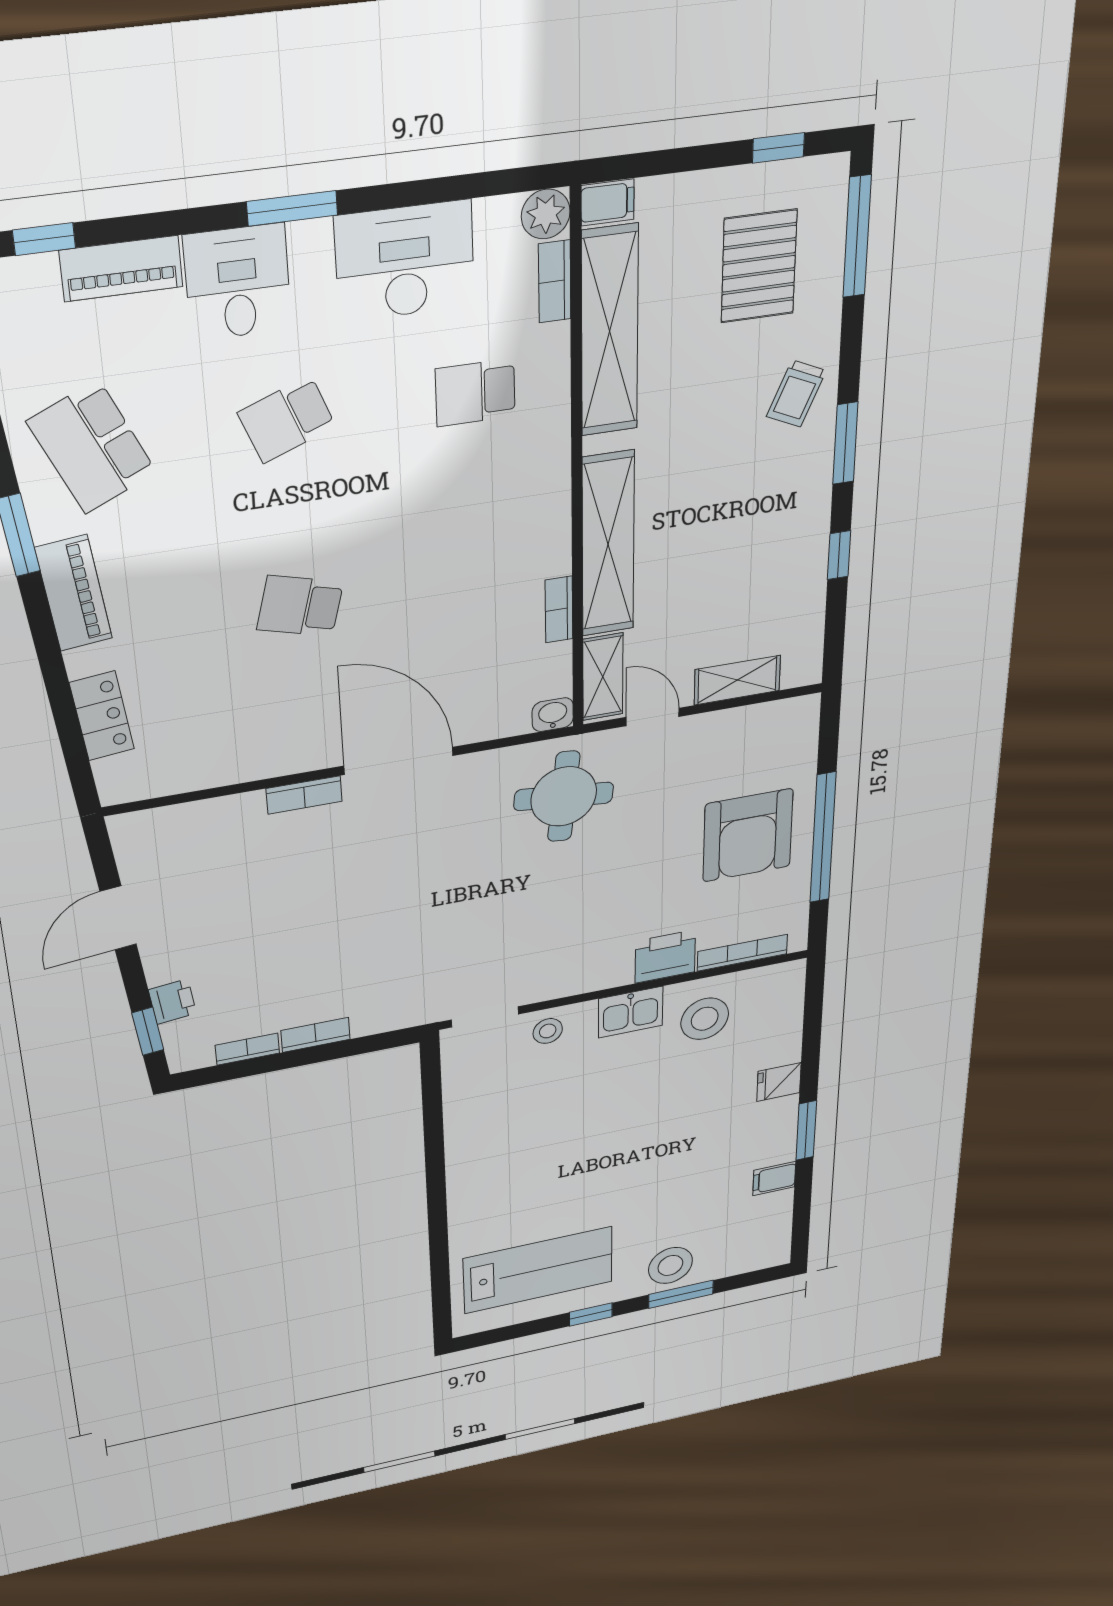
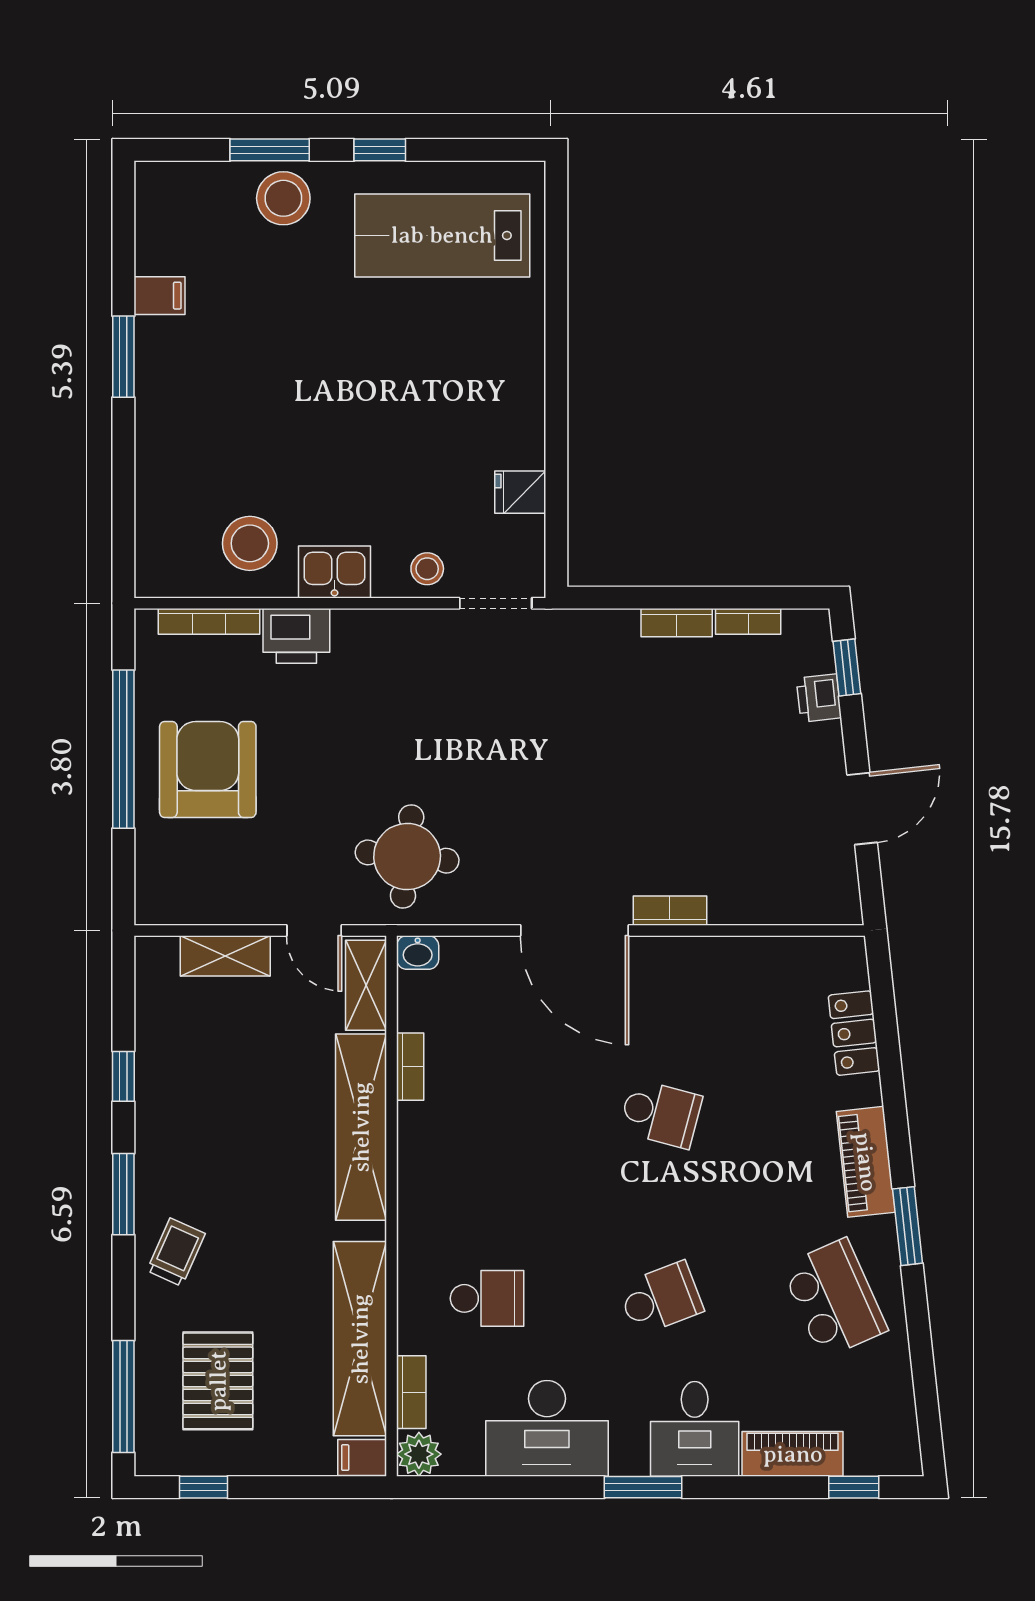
fridge: (779, 1082) -> (520, 492), moved, turned 180

